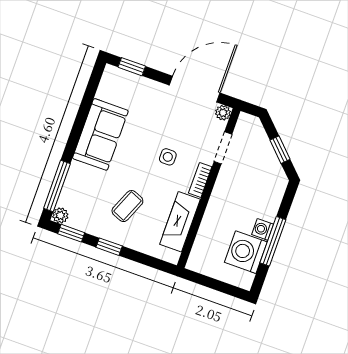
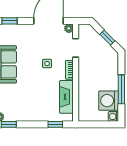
coffee table: (127, 206) -> (34, 98), removed
washing machine: (263, 229) -> (113, 116), moved
window: (109, 247) -> (55, 124), moved

